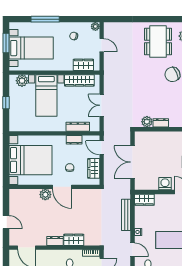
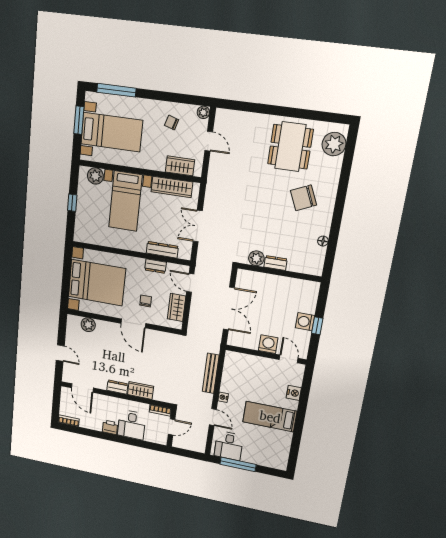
window: (45, 19) -> (116, 90), moved
double door: (133, 162) -> (229, 308), swing flipped
plant: (45, 195) -> (88, 325), moved
wardrobe: (144, 200) -> (237, 359), removed

